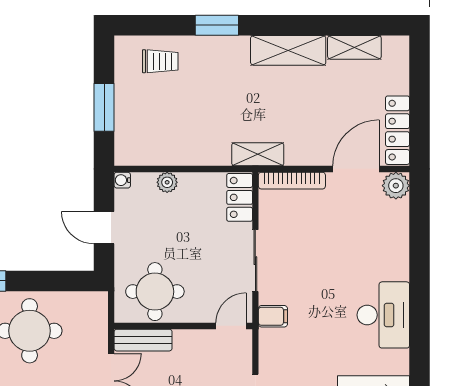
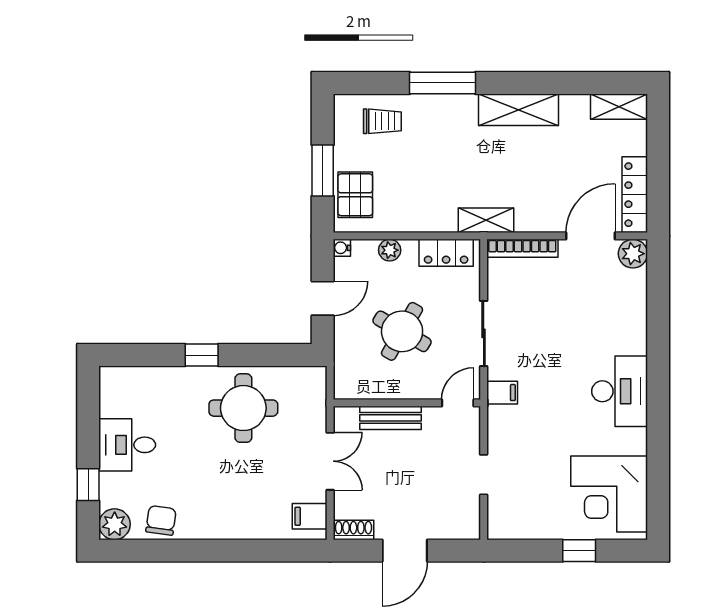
window: (217, 25) -> (443, 83), width x1.44
shelving: (354, 47) -> (619, 107), moved
pallet: (135, 130) -> (355, 195), added
locker: (240, 197) -> (446, 253), moved, turned -90
door: (104, 228) -> (323, 298), swing flipped
round table: (155, 292) -> (402, 331), moved, turned 30
bench: (143, 340) -> (390, 418), moved

